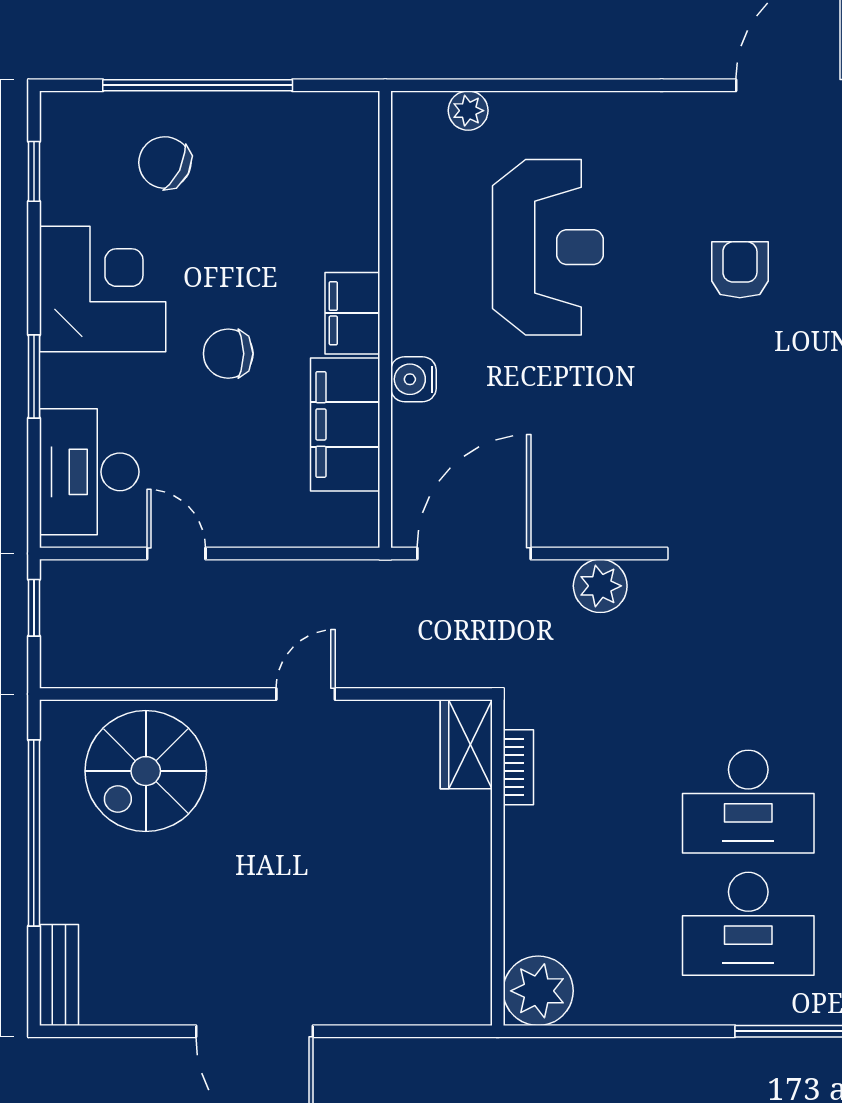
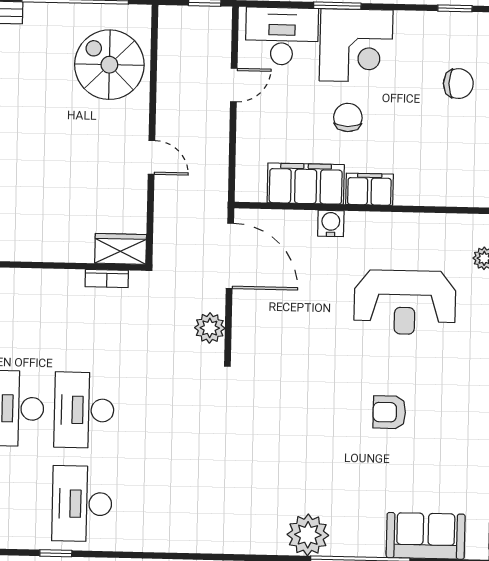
chair: (165, 163) -> (458, 84), turned 64
armchair: (740, 270) -> (389, 412), turned 180
corner desk: (103, 289) -> (356, 46), moved

